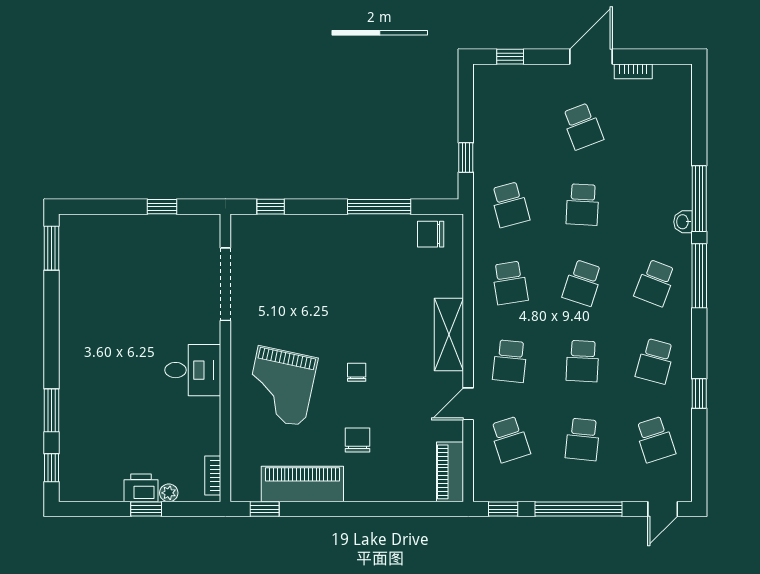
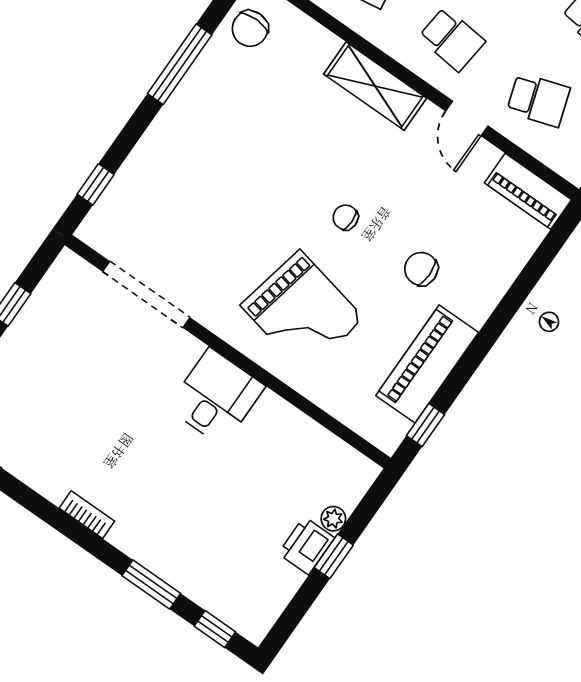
bookcase: (213, 476) -> (87, 515), moved, turned 180

